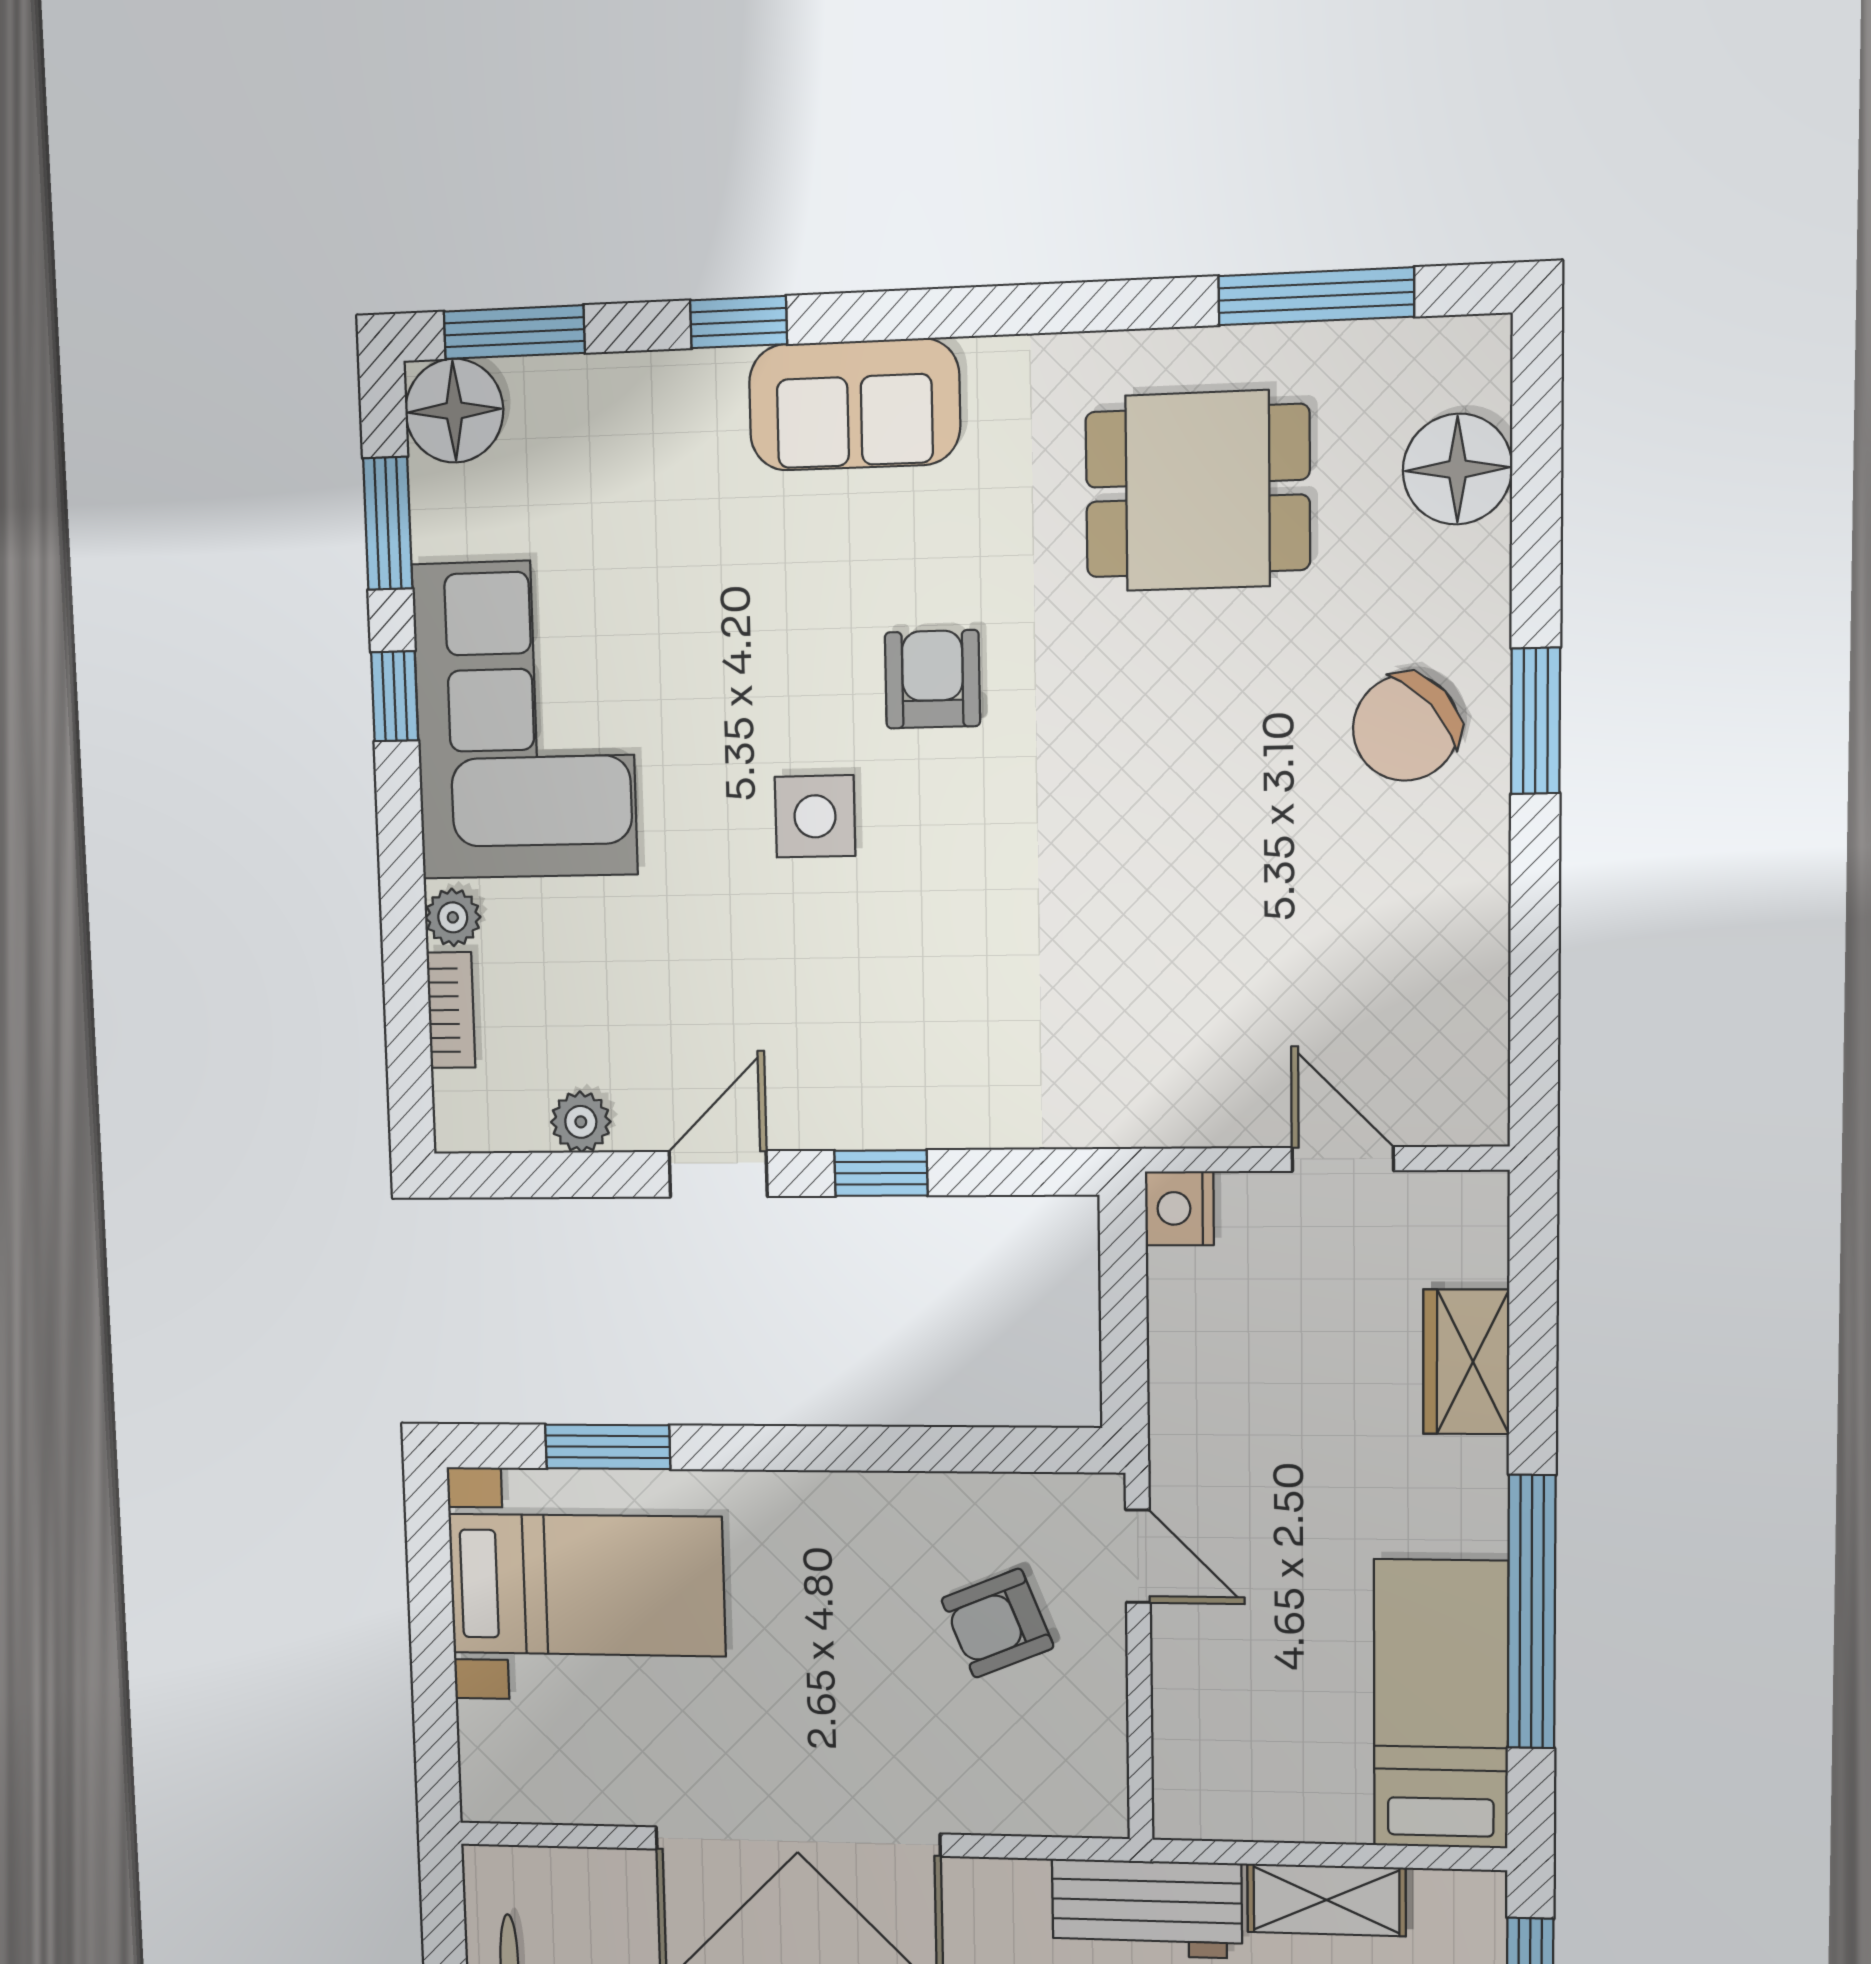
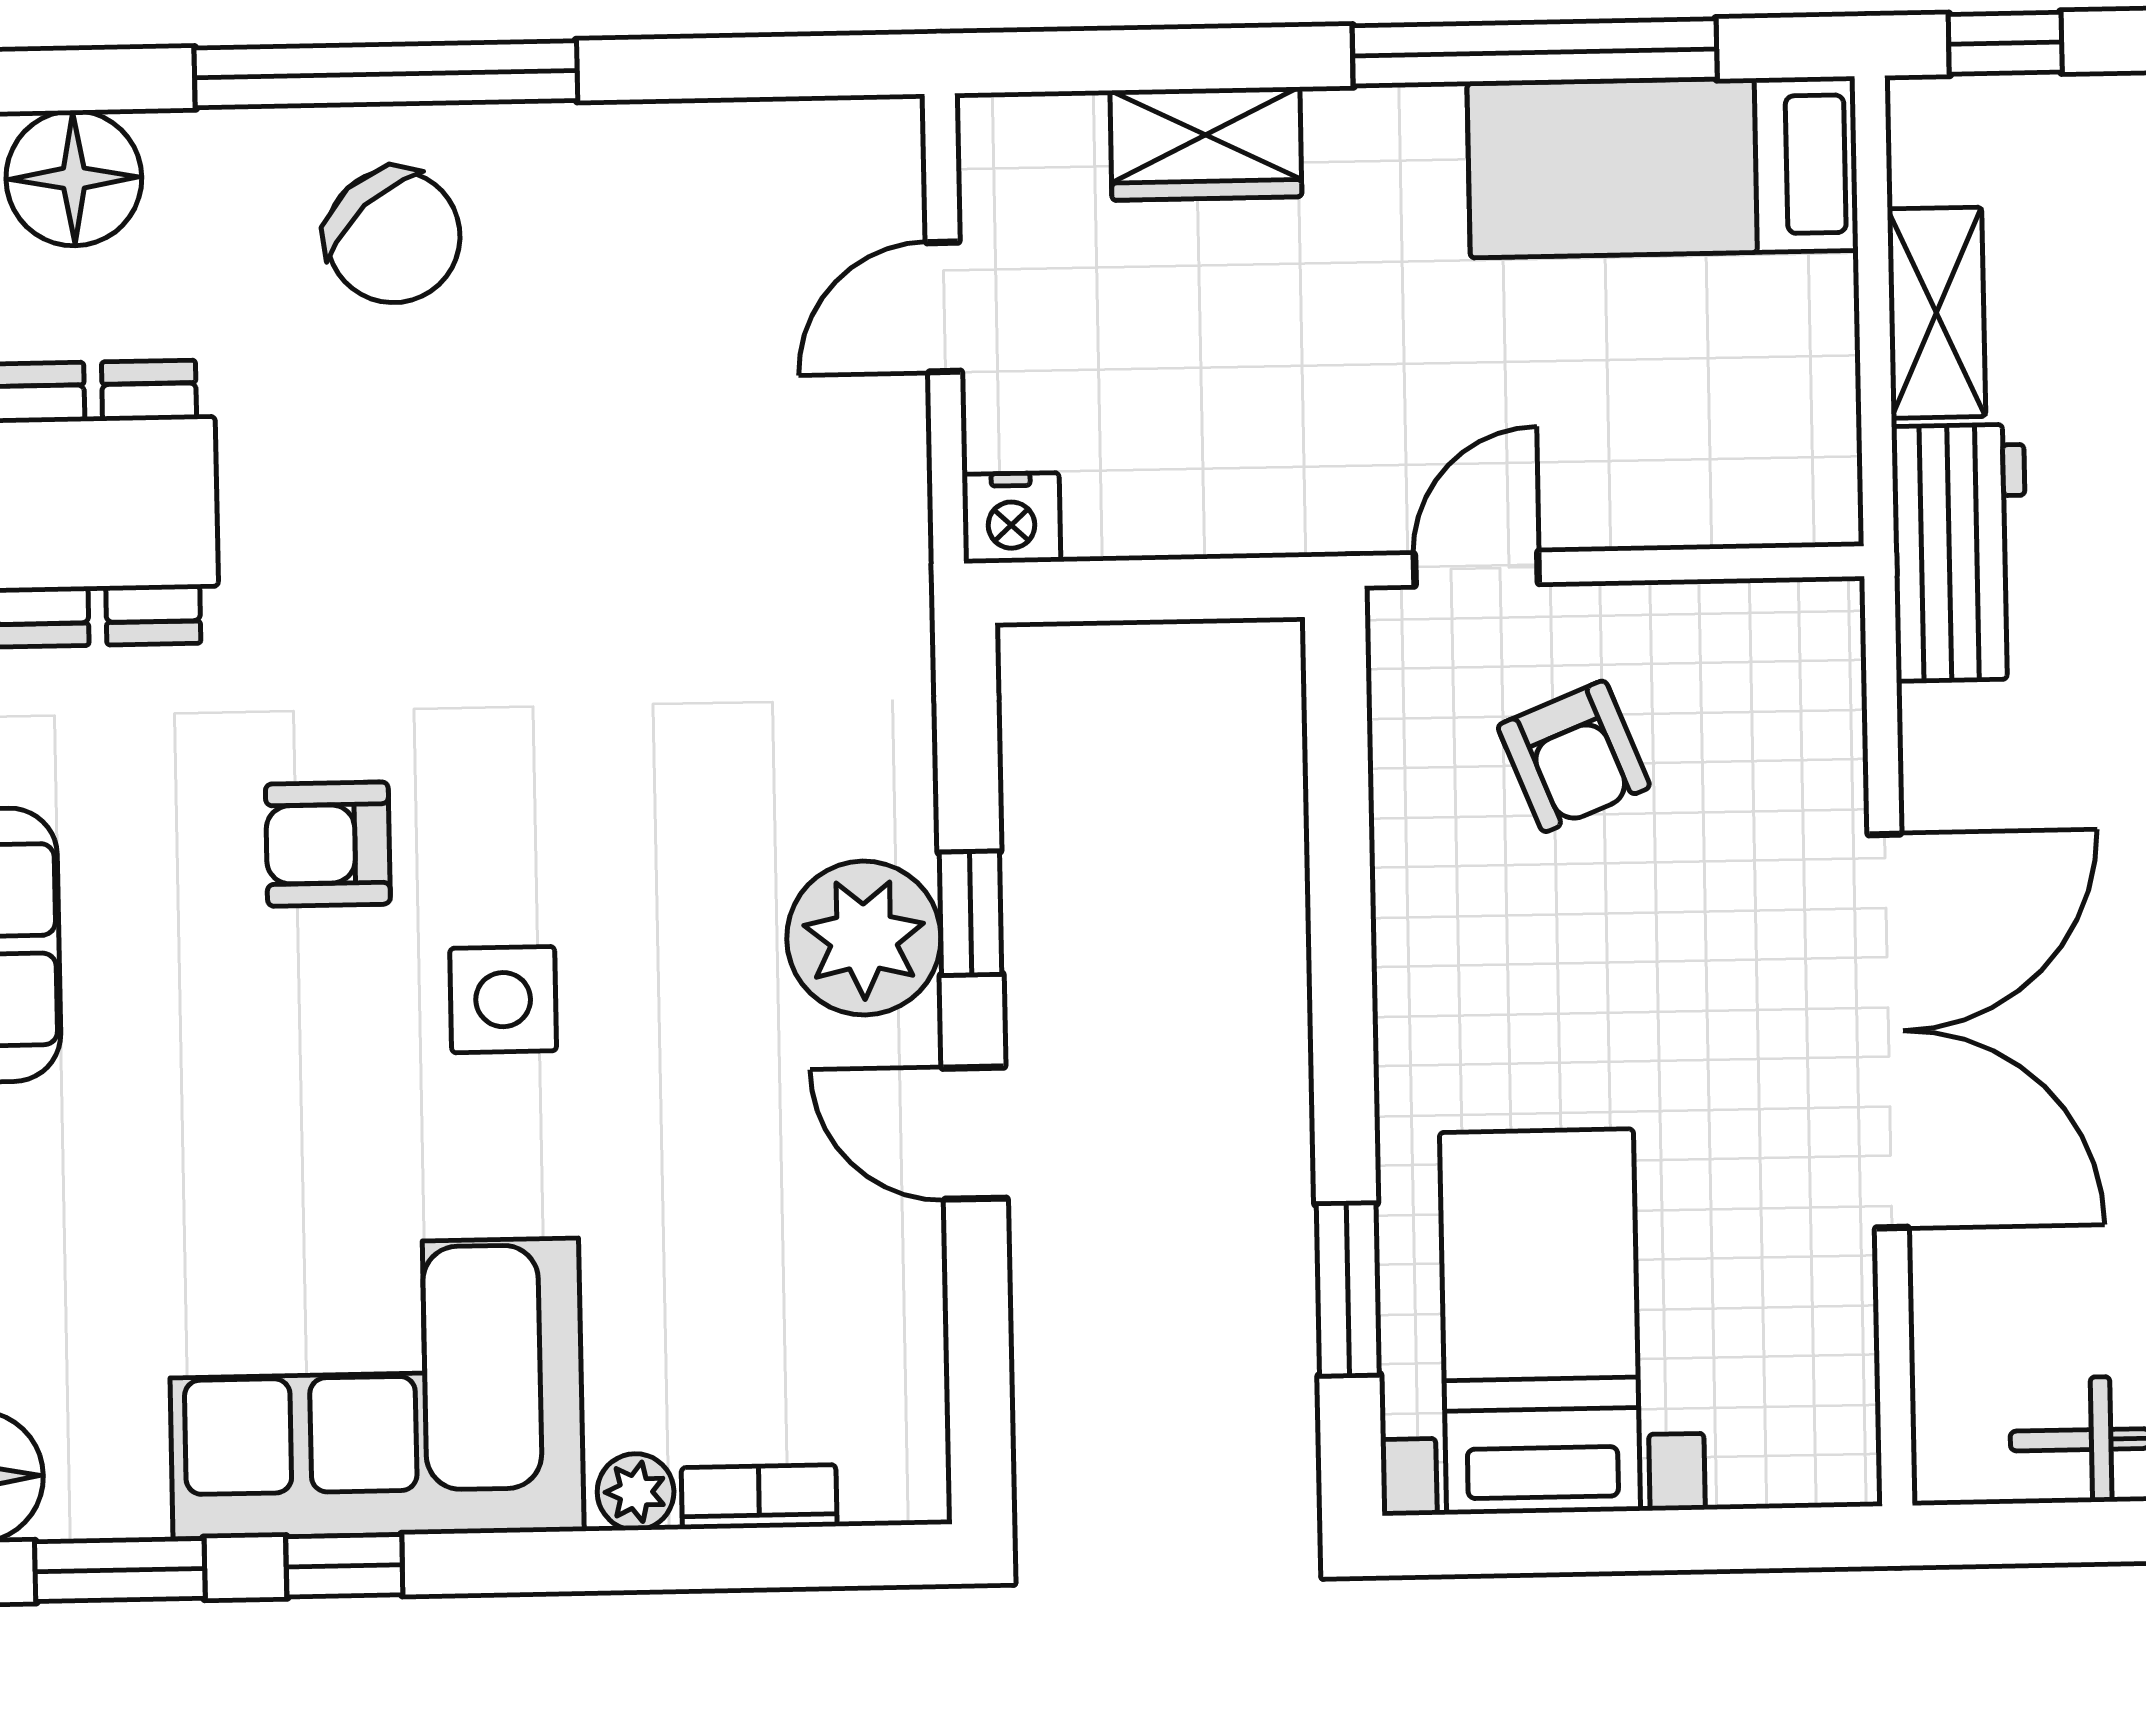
window: (1536, 721) -> (386, 74), width x2.11
plant: (581, 1122) -> (864, 938), moved, width x1.87, depth x1.87

